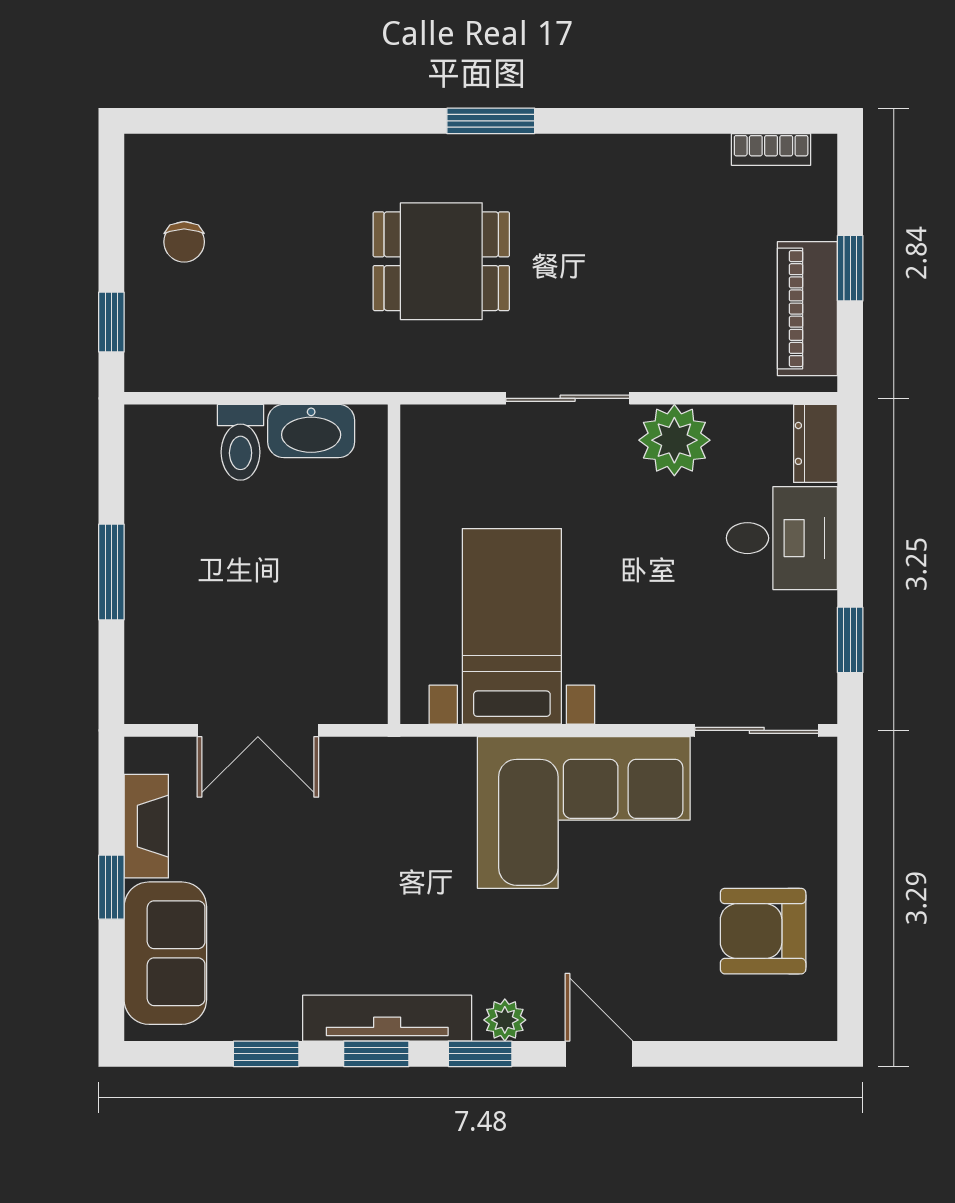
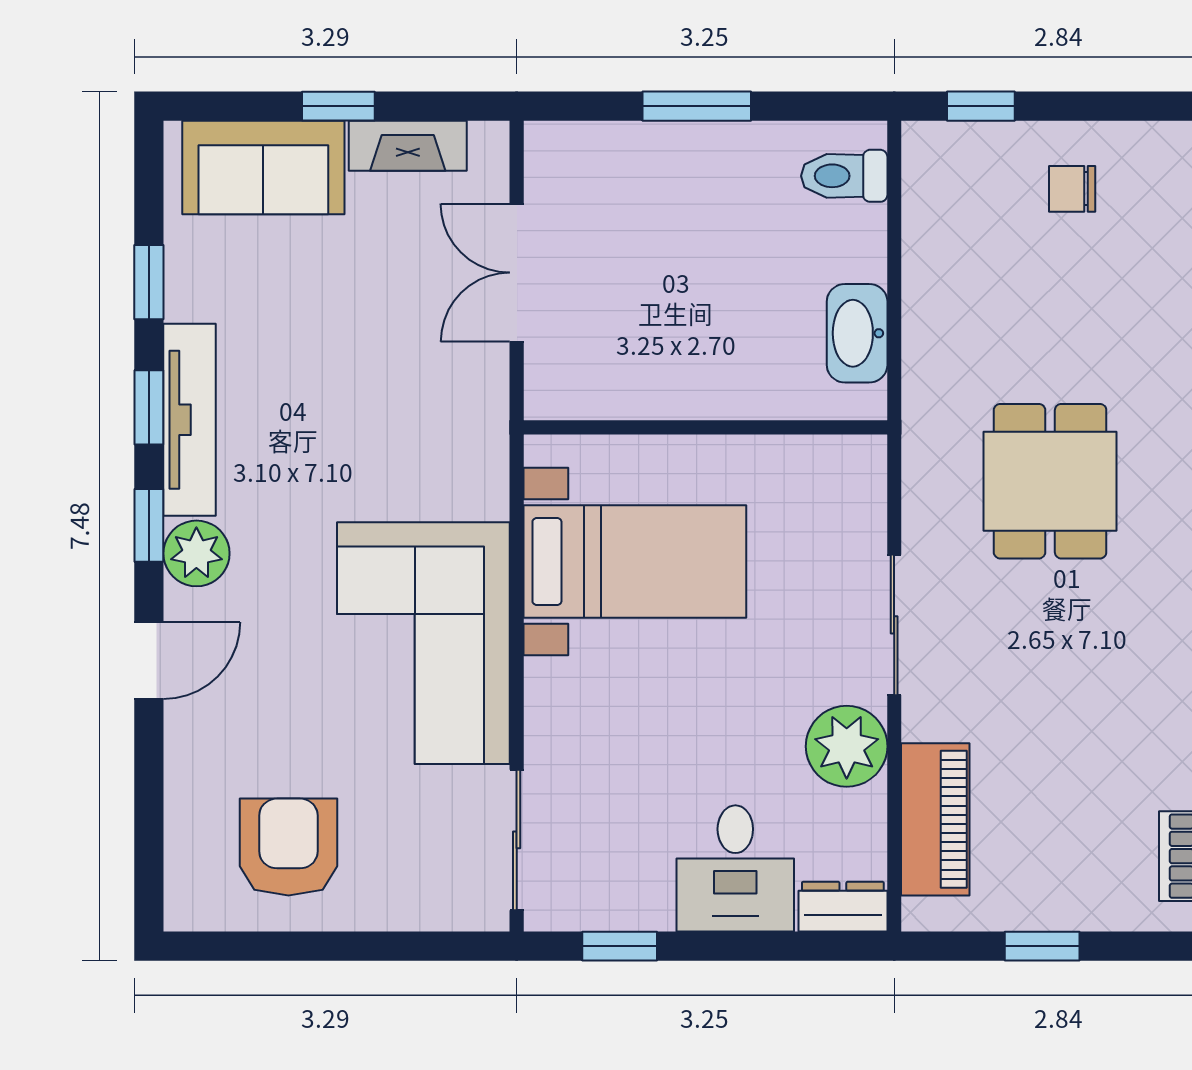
piano: (807, 309) -> (935, 819), moved, turned 90
toilet: (241, 442) -> (844, 176), moved
plant: (505, 1020) -> (196, 553), width x1.38, depth x1.38

